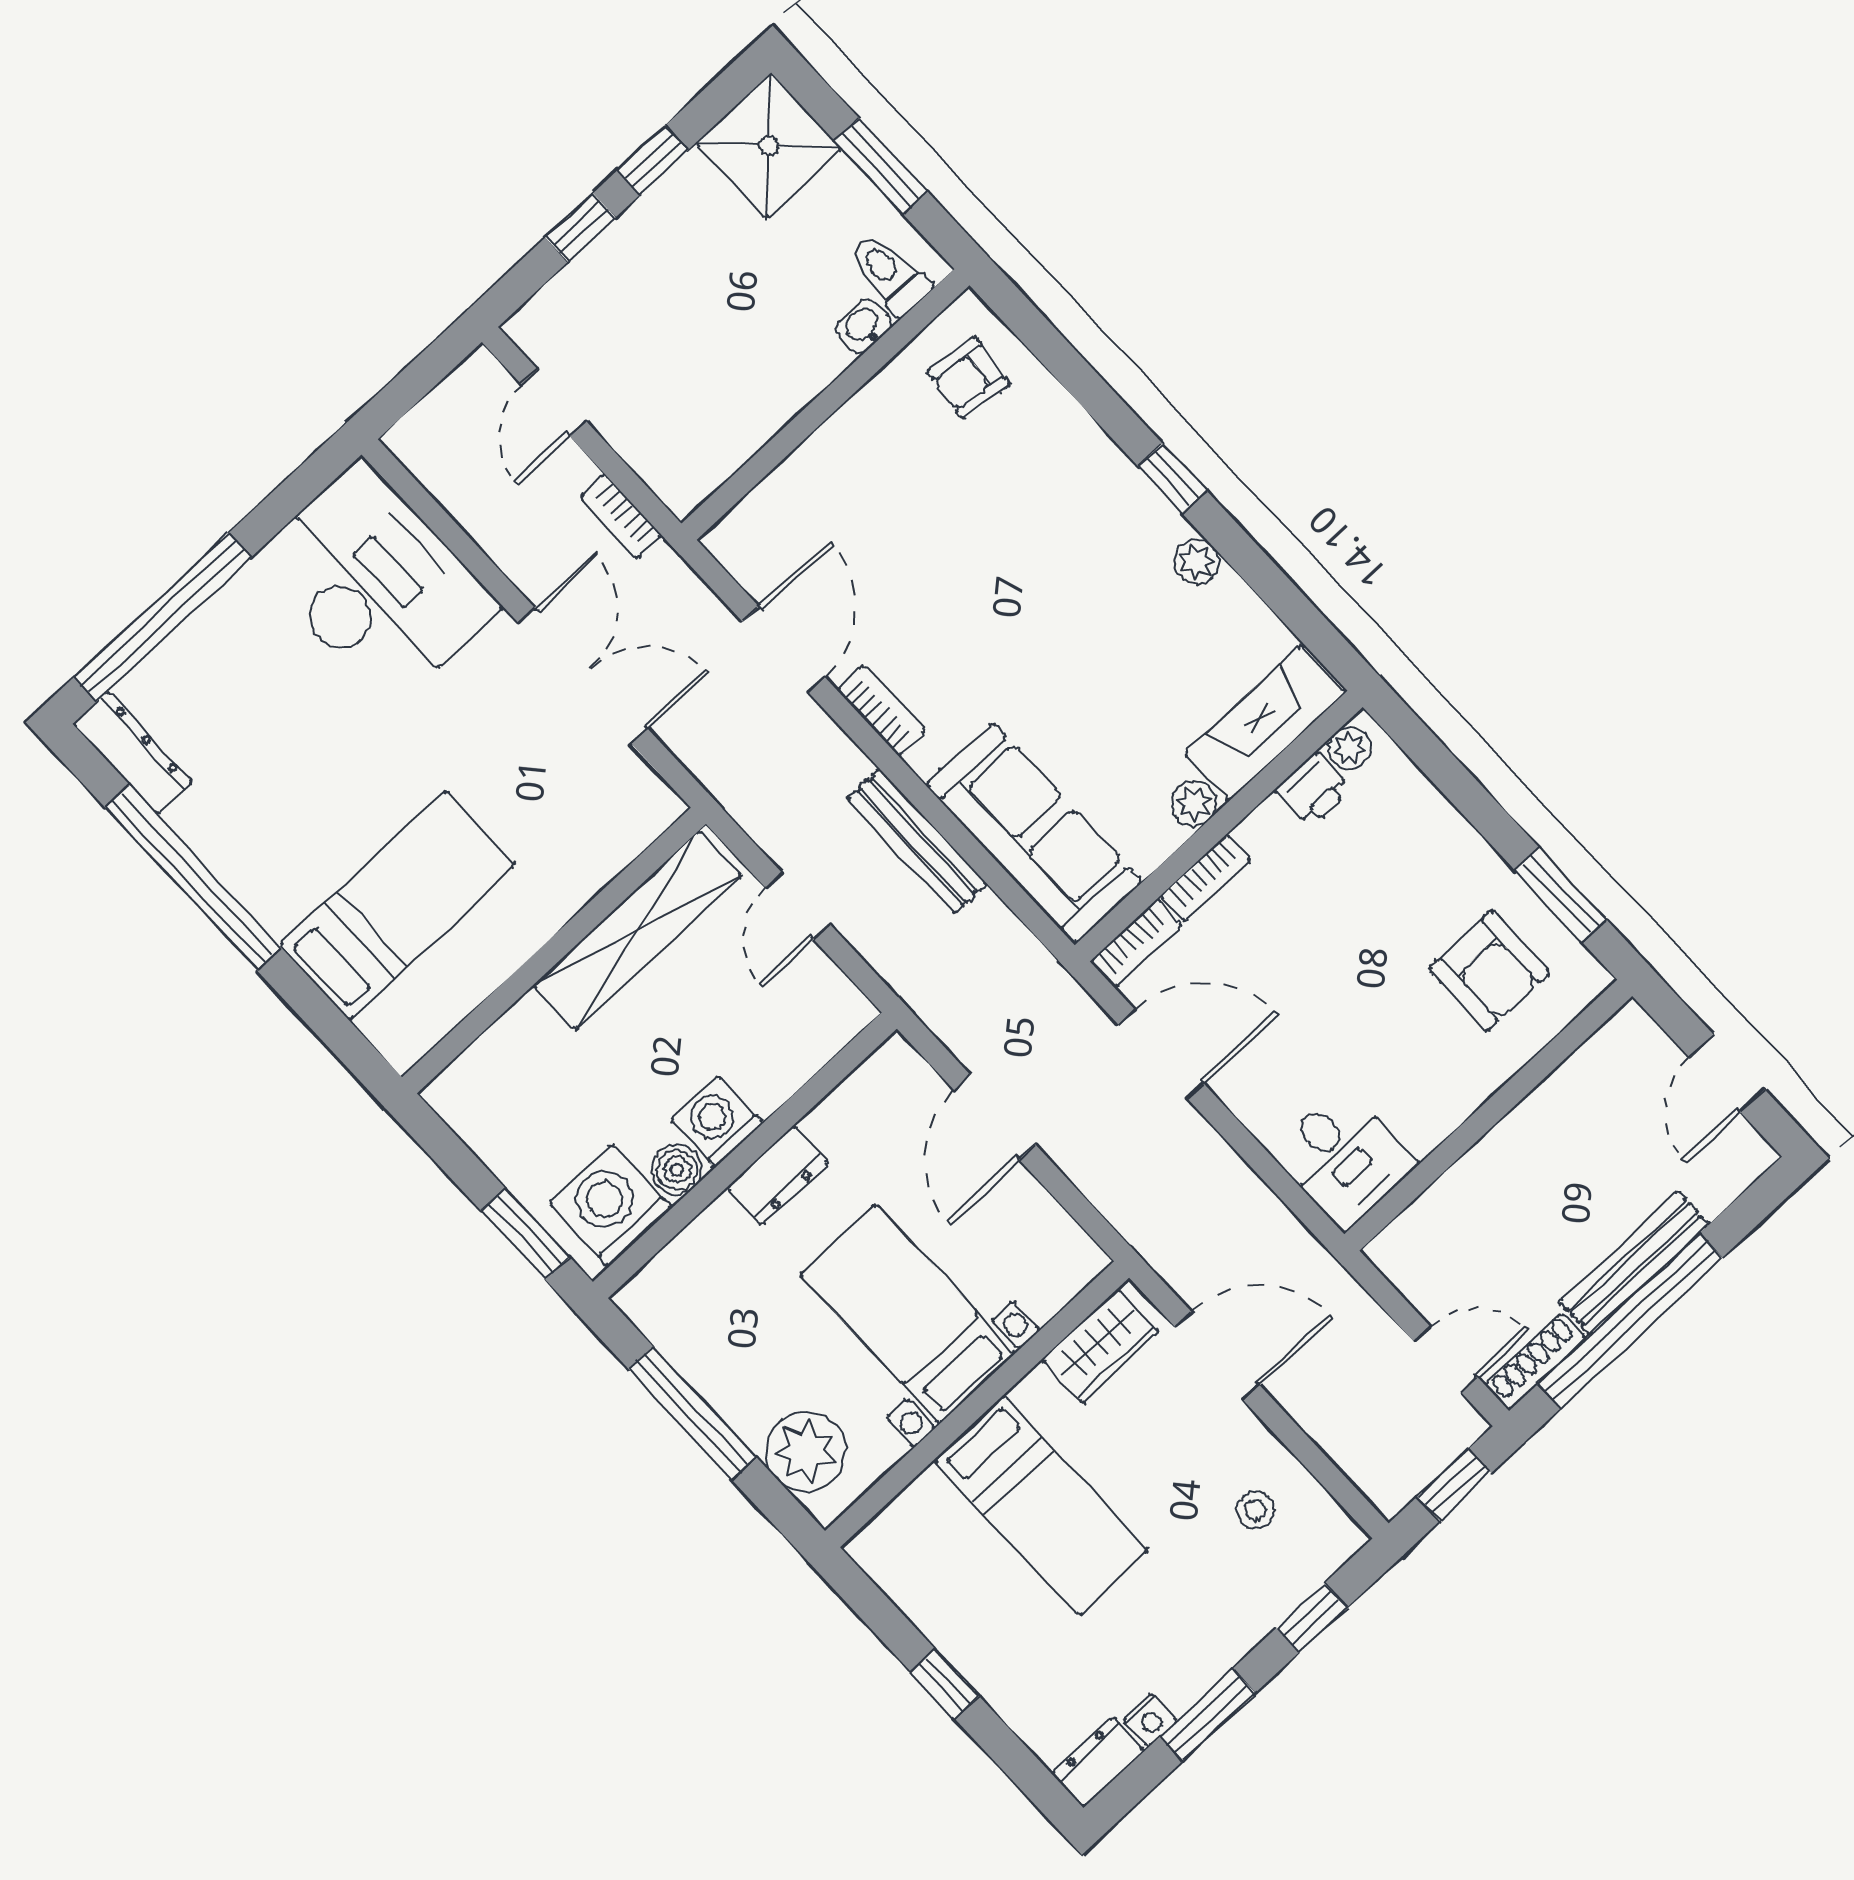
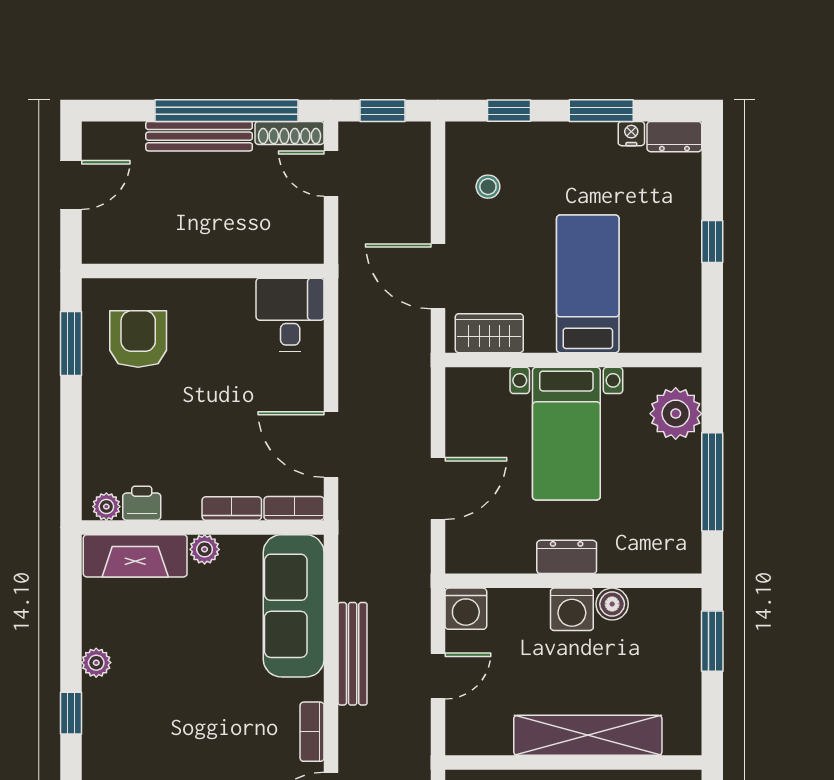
shelving: (637, 930) -> (588, 735), moved
washing machine: (611, 1206) -> (466, 609), moved, width x0.73, depth x0.73

